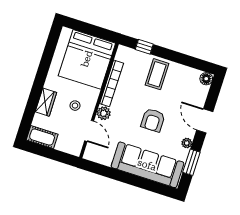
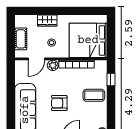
cot: (42, 137) -> (21, 39), moved

